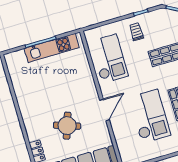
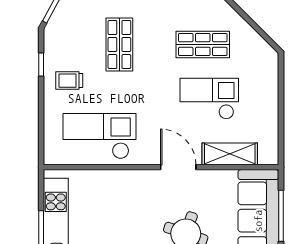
checkout: (150, 116) -> (209, 99), width x0.73, depth x0.83
shelving: (121, 138) -> (230, 154), added

